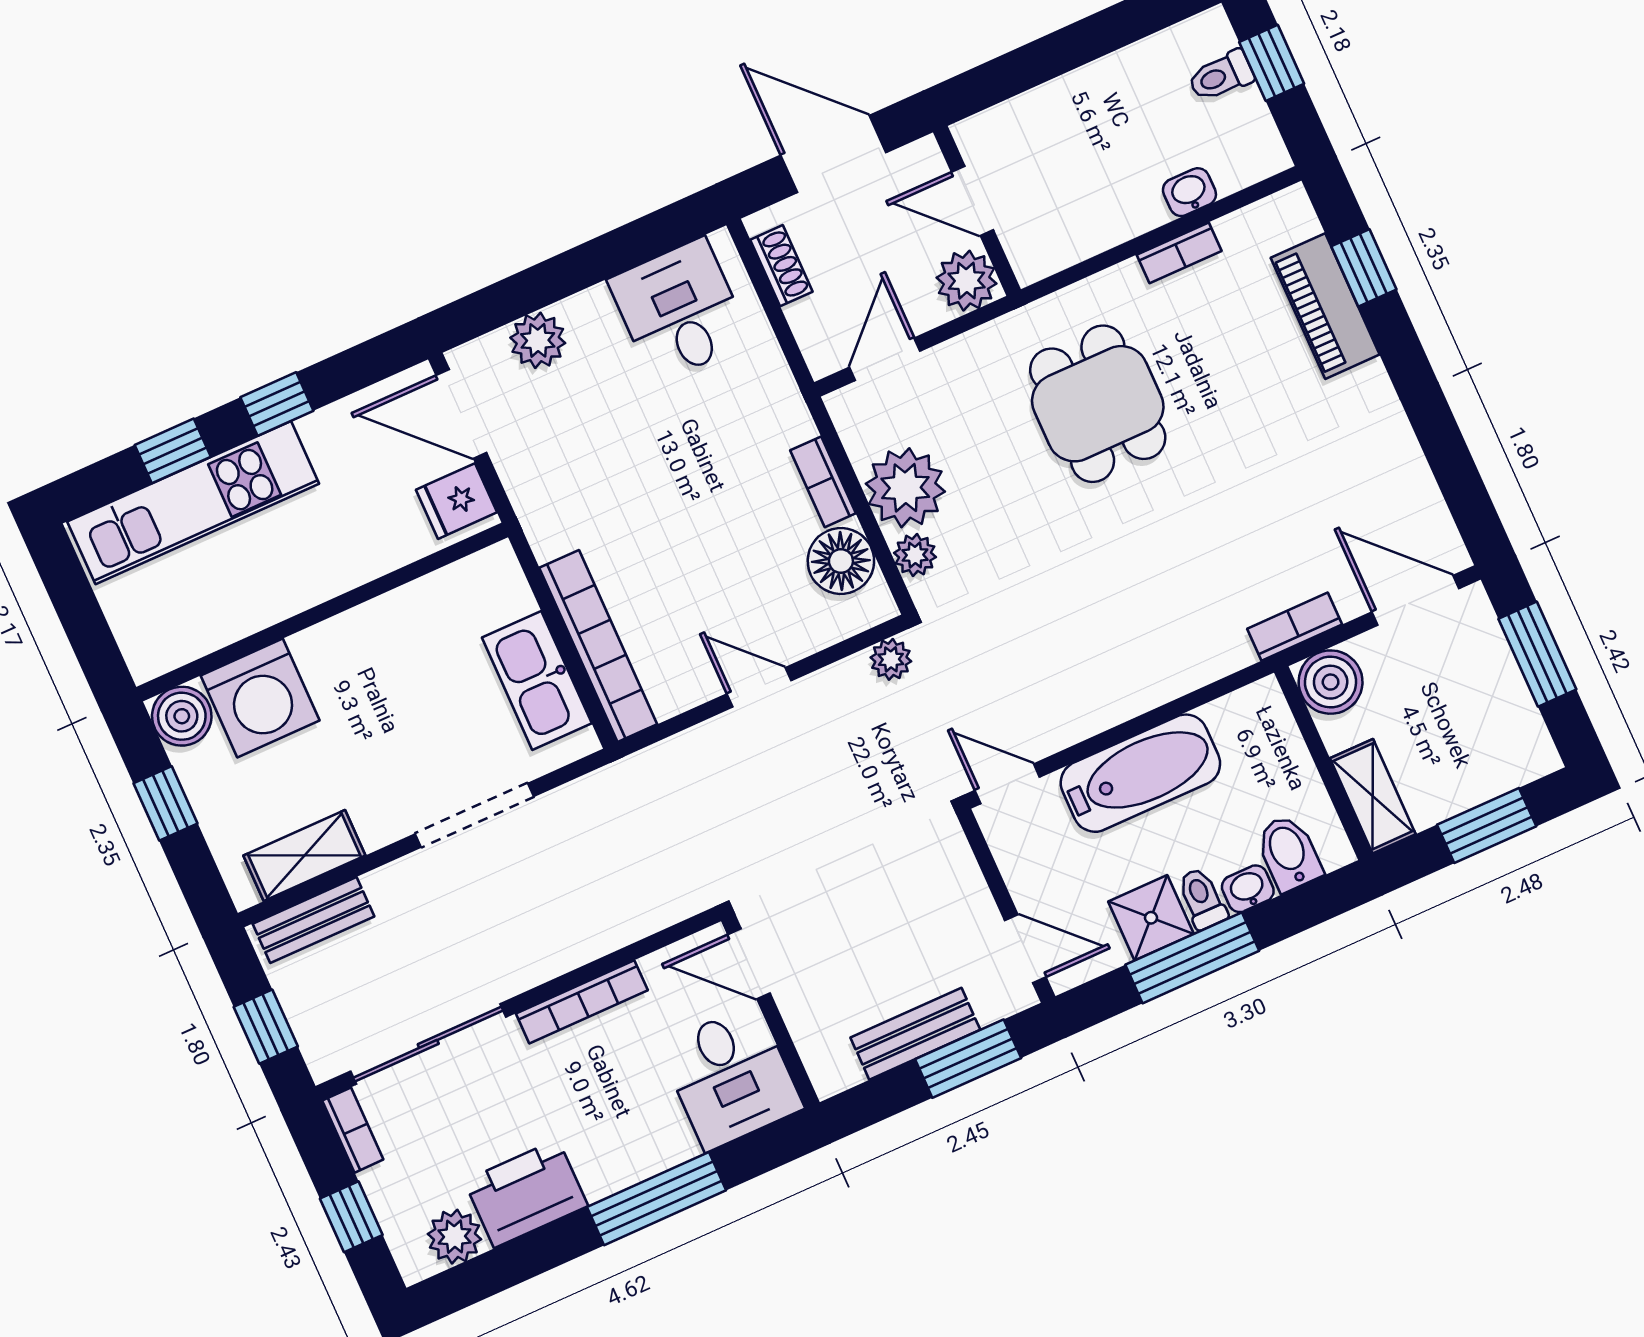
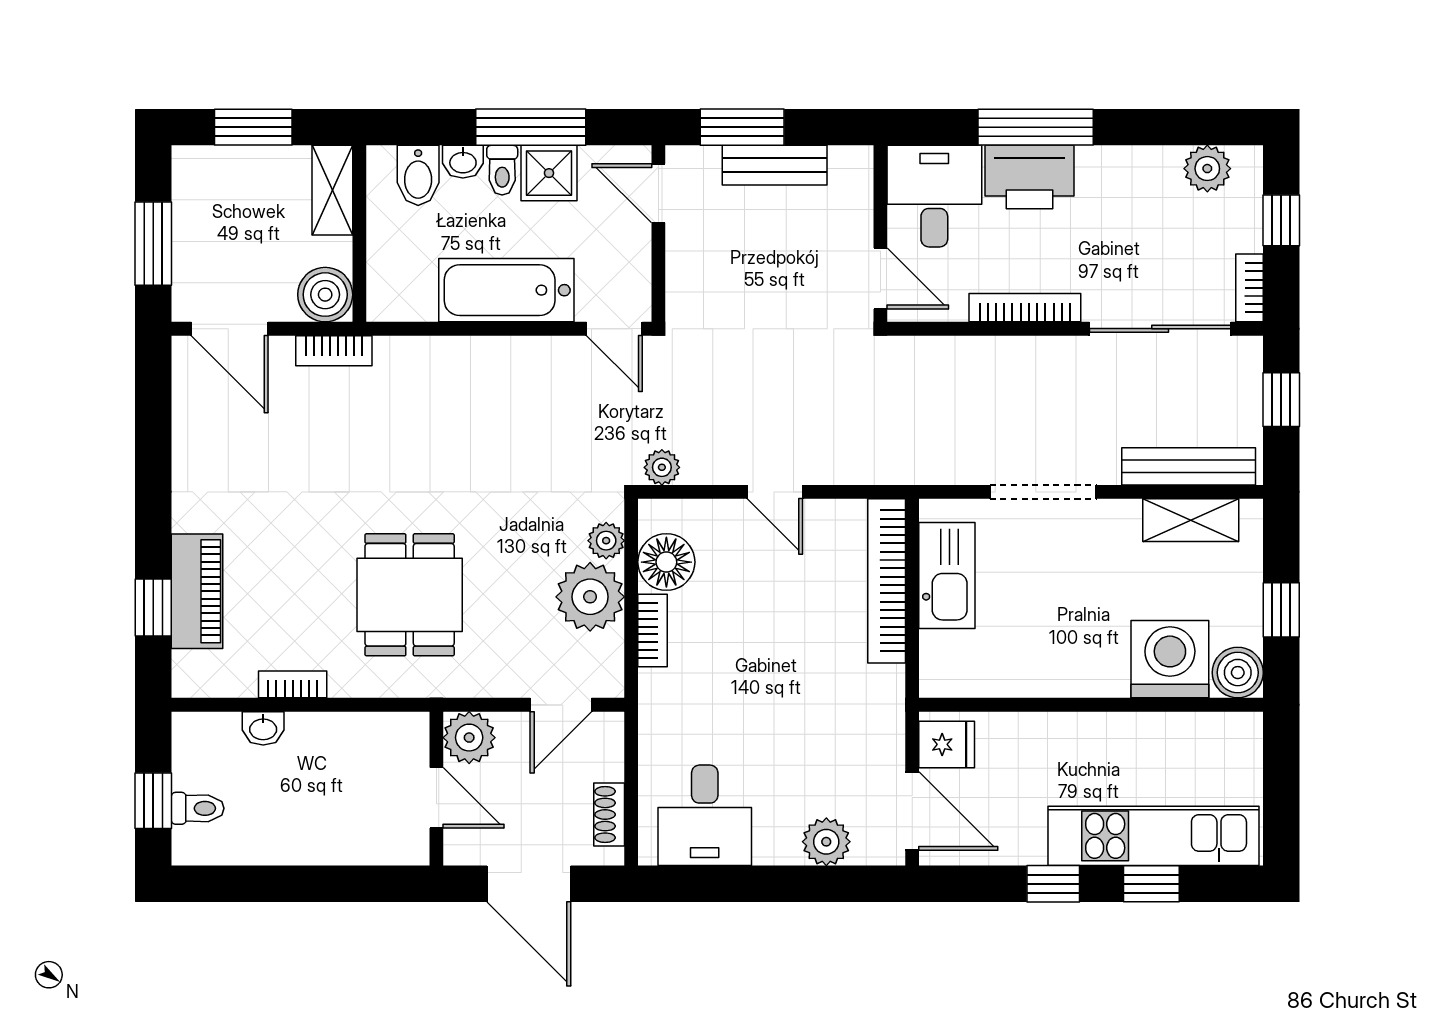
bench: (313, 920) -> (1189, 466), width x1.36
printer: (526, 1193) -> (1029, 177), moved

